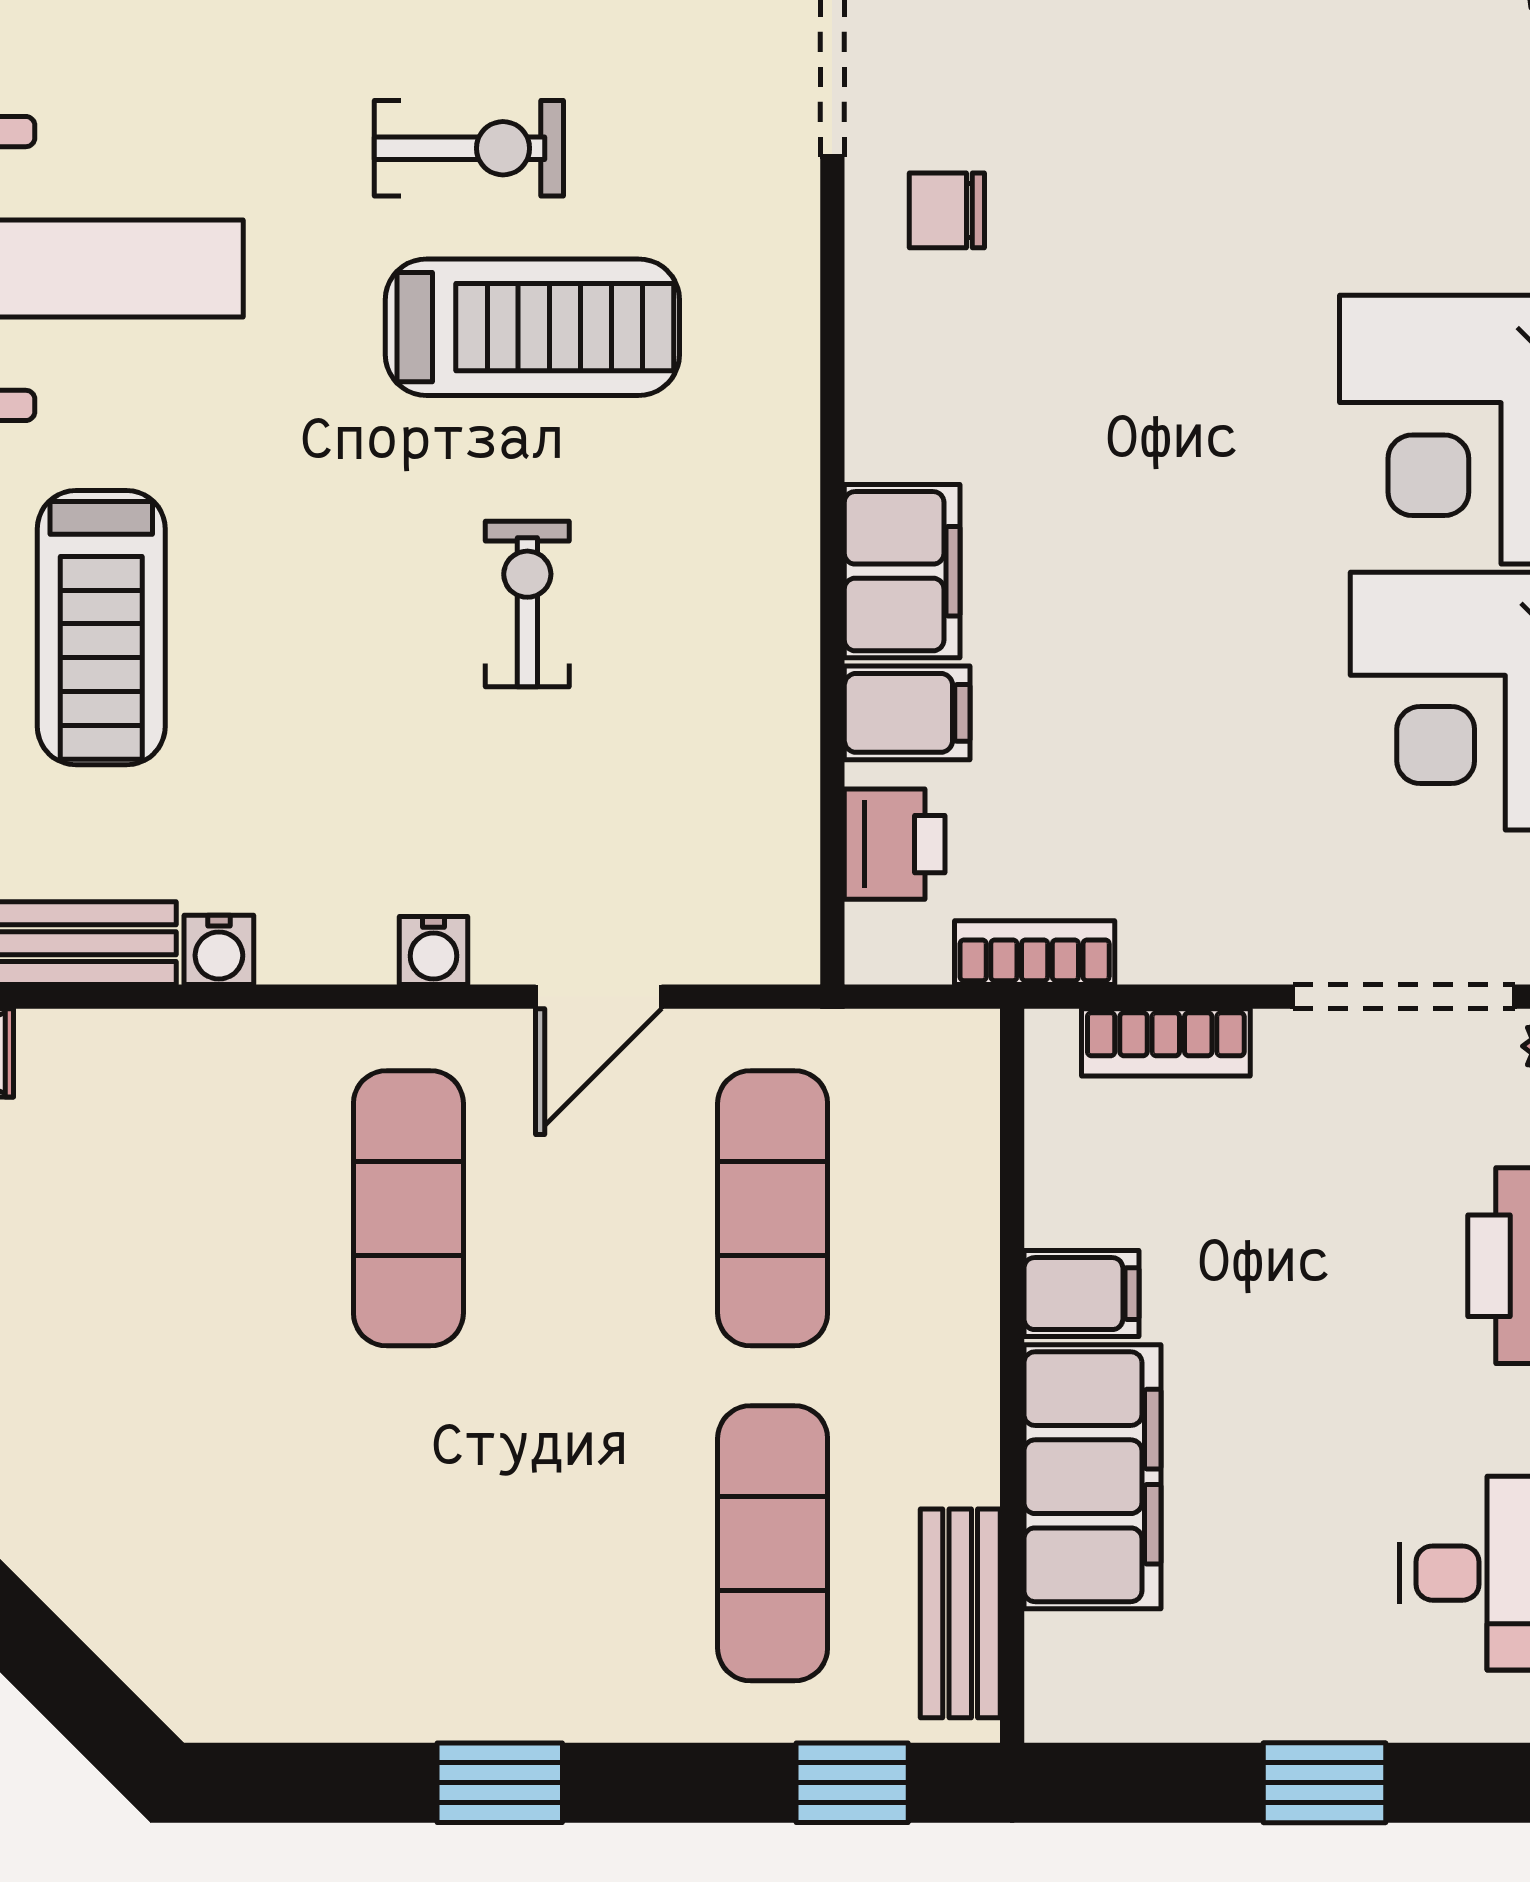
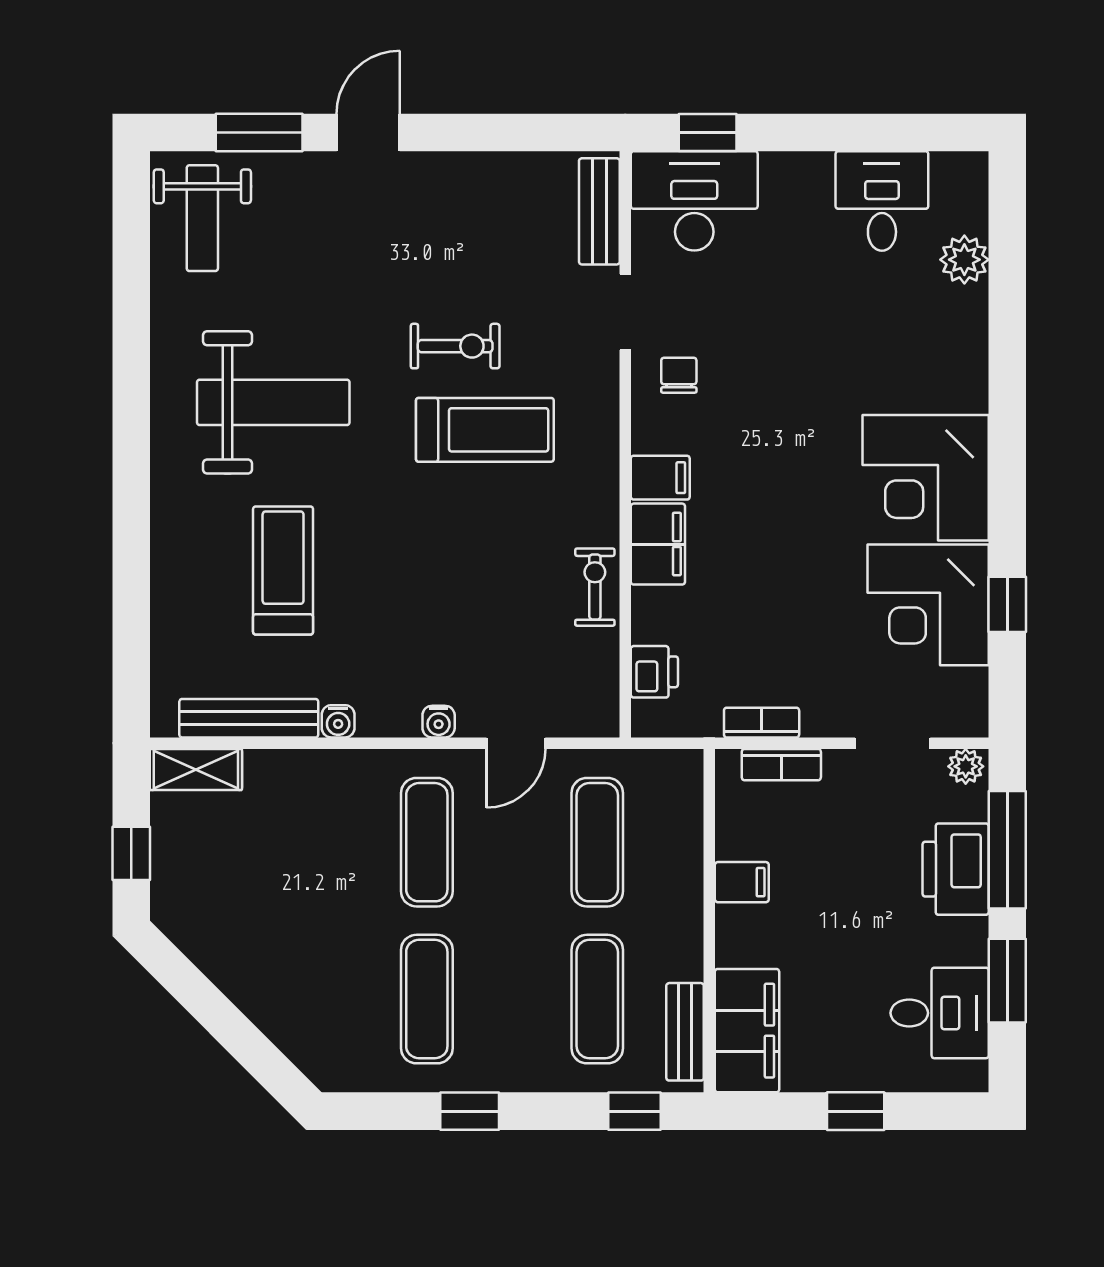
chair: (947, 210) -> (679, 375), turned 90
exercise bike: (527, 604) -> (595, 587), moved
treadmill: (101, 628) -> (283, 570), turned 180
filing cabinet: (907, 713) -> (660, 478), moved
bookcase: (1035, 953) -> (762, 723), moved
doorway: (1404, 997) -> (893, 743), width x0.73
filing cabinet: (1093, 1477) -> (747, 1031), moved
exercise mat: (408, 1543) -> (427, 999), added

